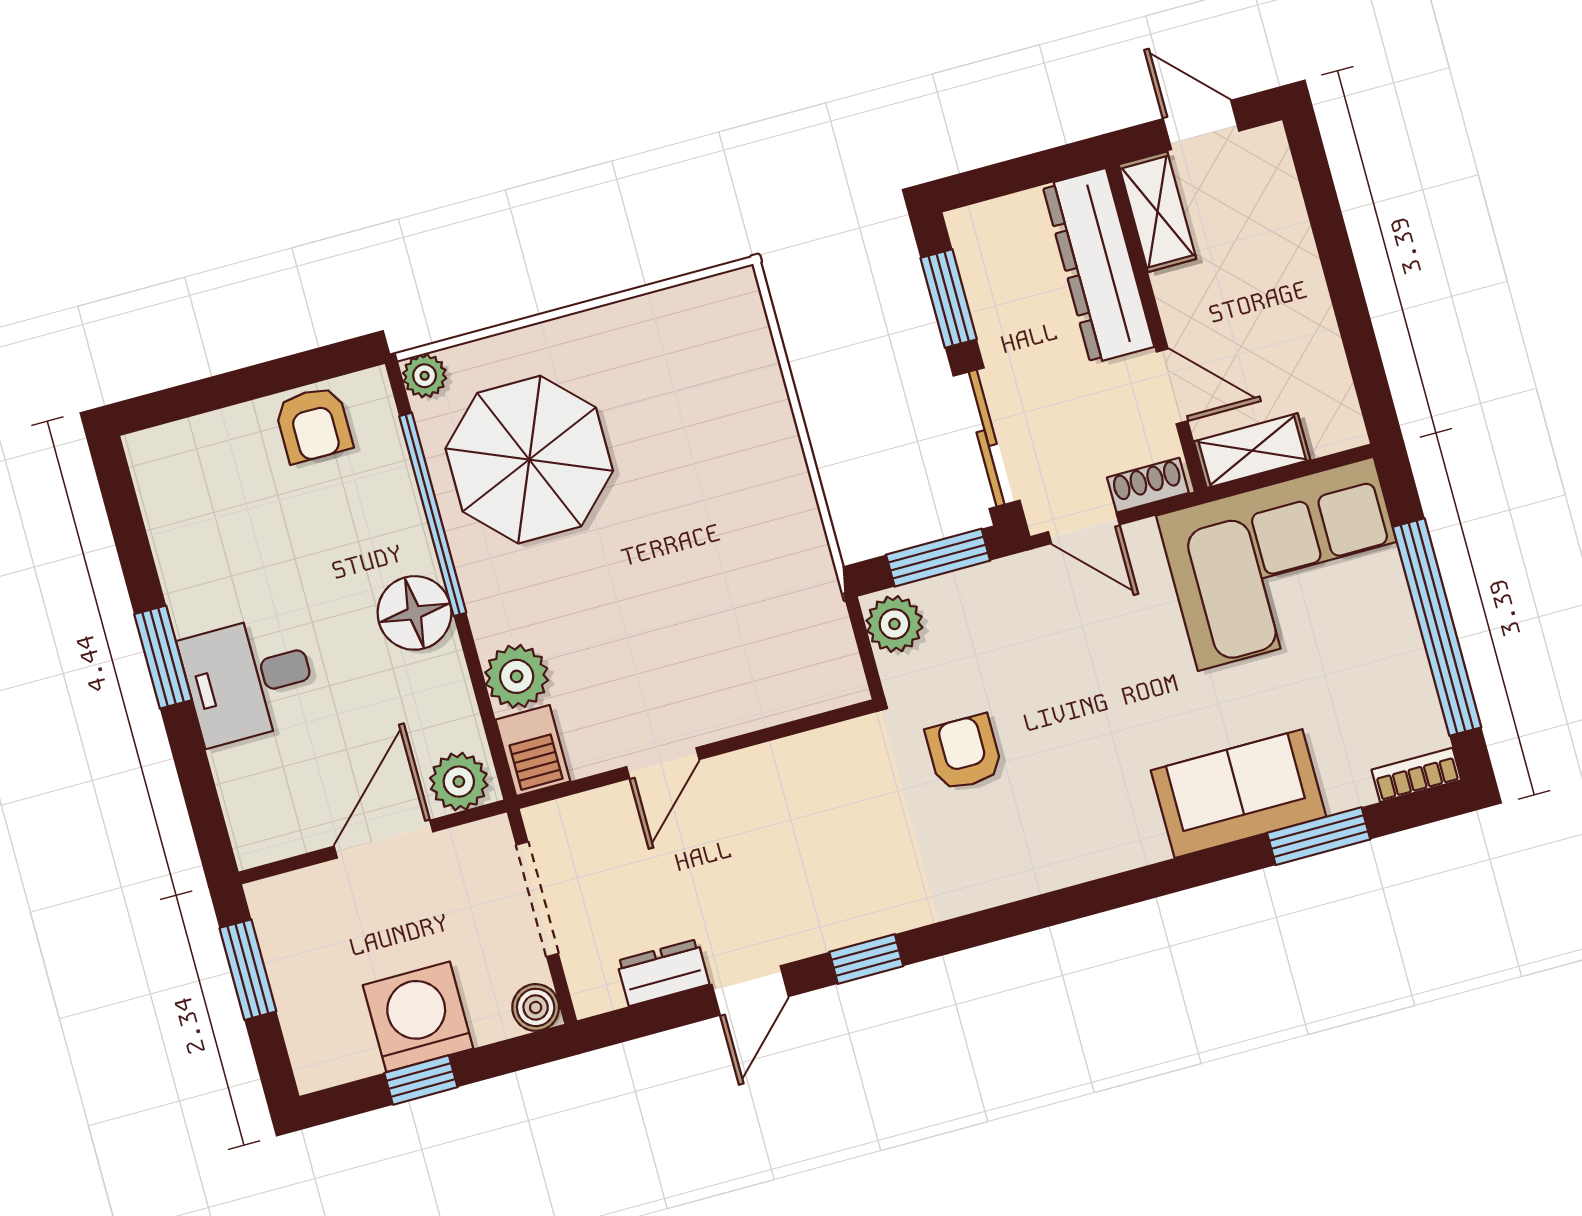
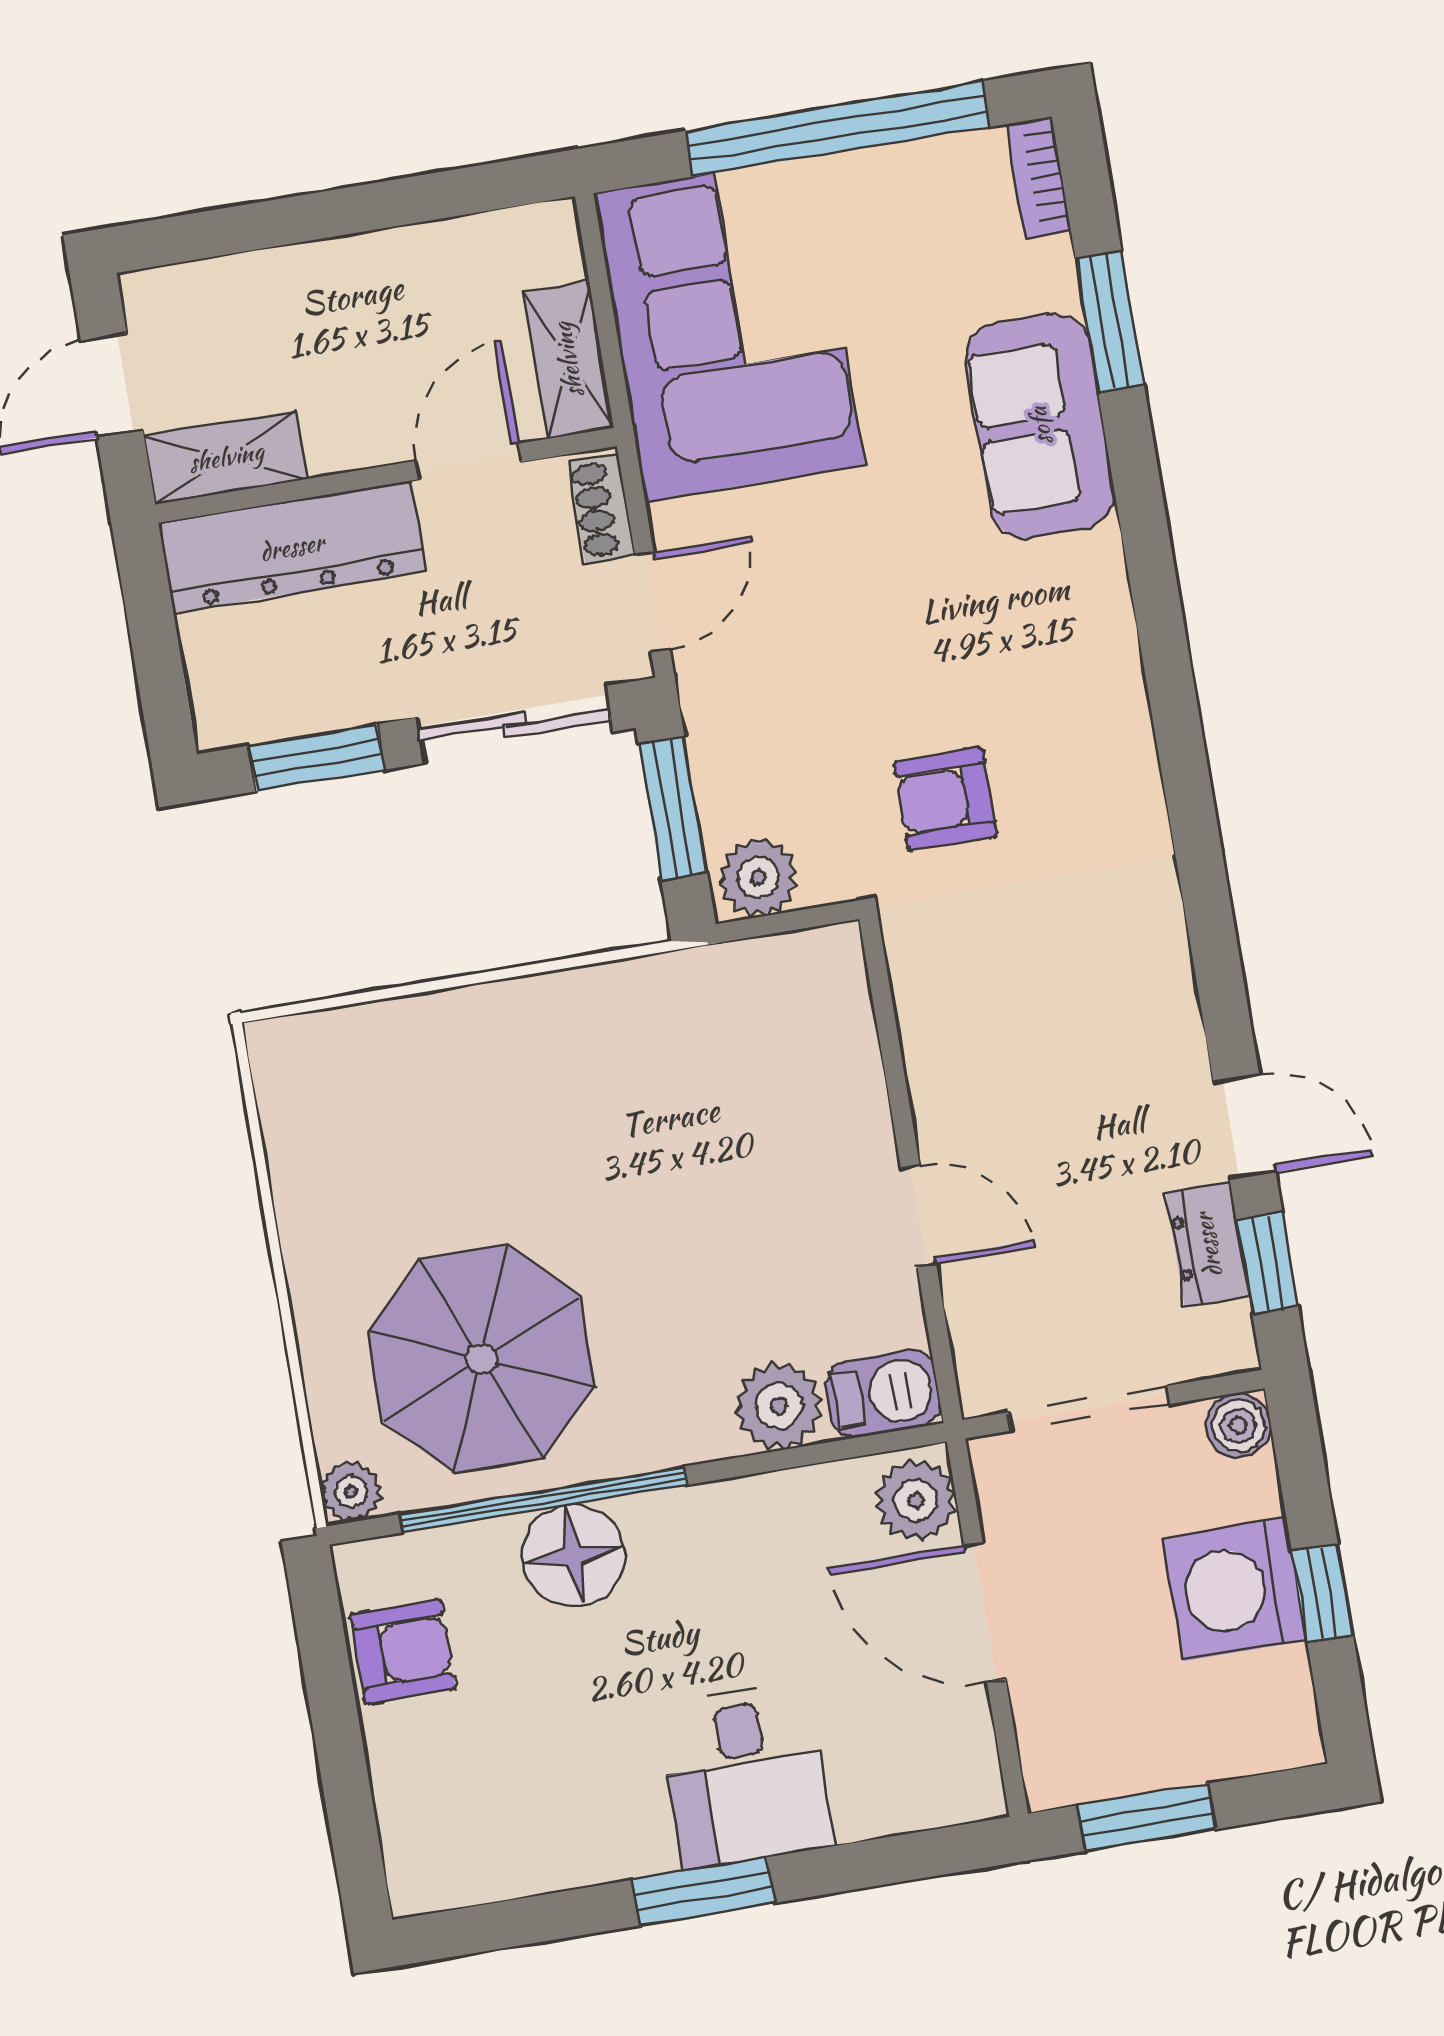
floor lamp: (414, 613) -> (574, 1556), moved
window: (866, 959) -> (1267, 1263), moved

